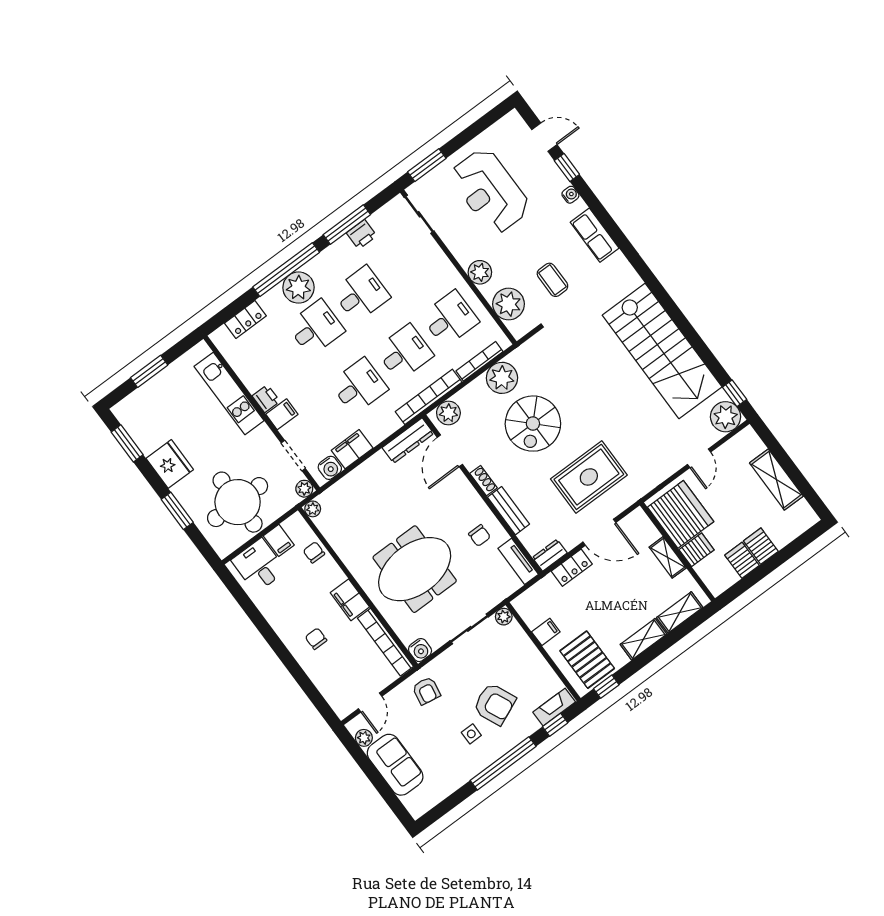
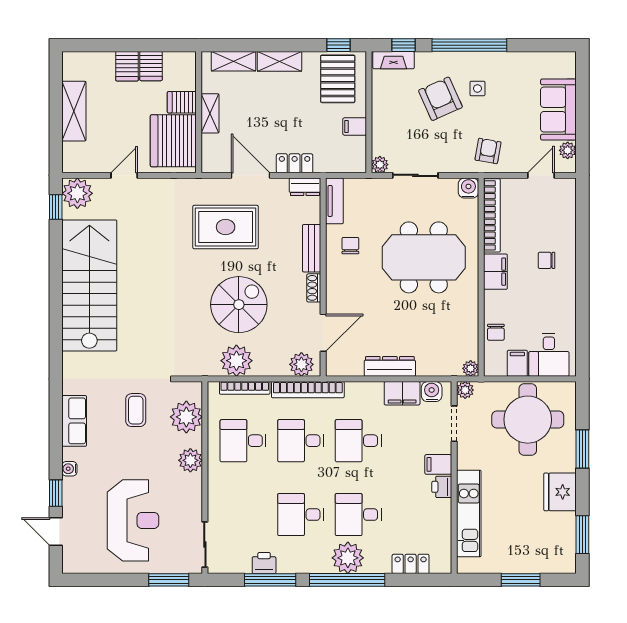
dresser: (408, 441) -> (390, 366), moved
chair: (316, 639) -> (547, 260), turned 90

